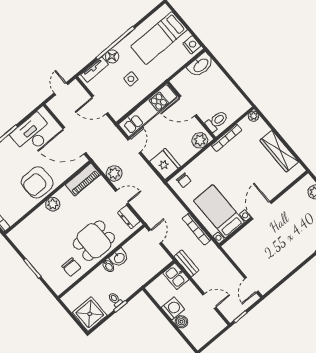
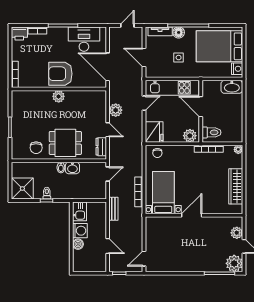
bed: (159, 38) -> (219, 46), width x1.50
piano: (83, 180) -> (92, 97), removed
kitchen sink: (176, 276) -> (80, 211), moved, turned 180

